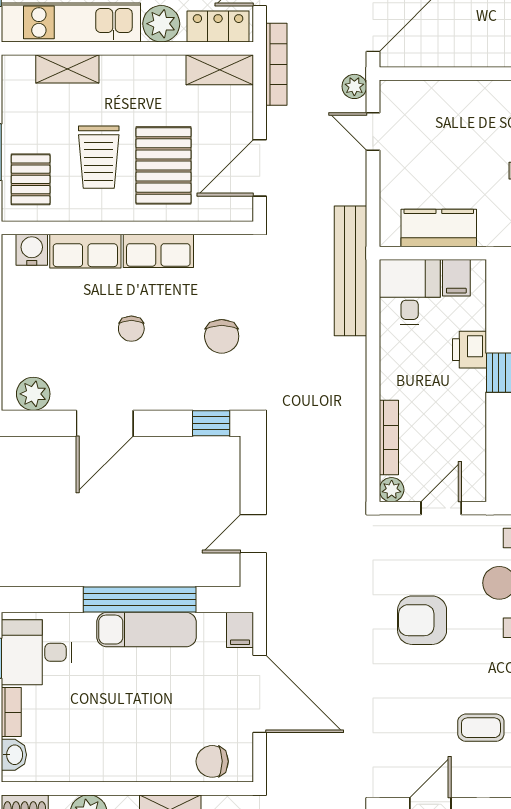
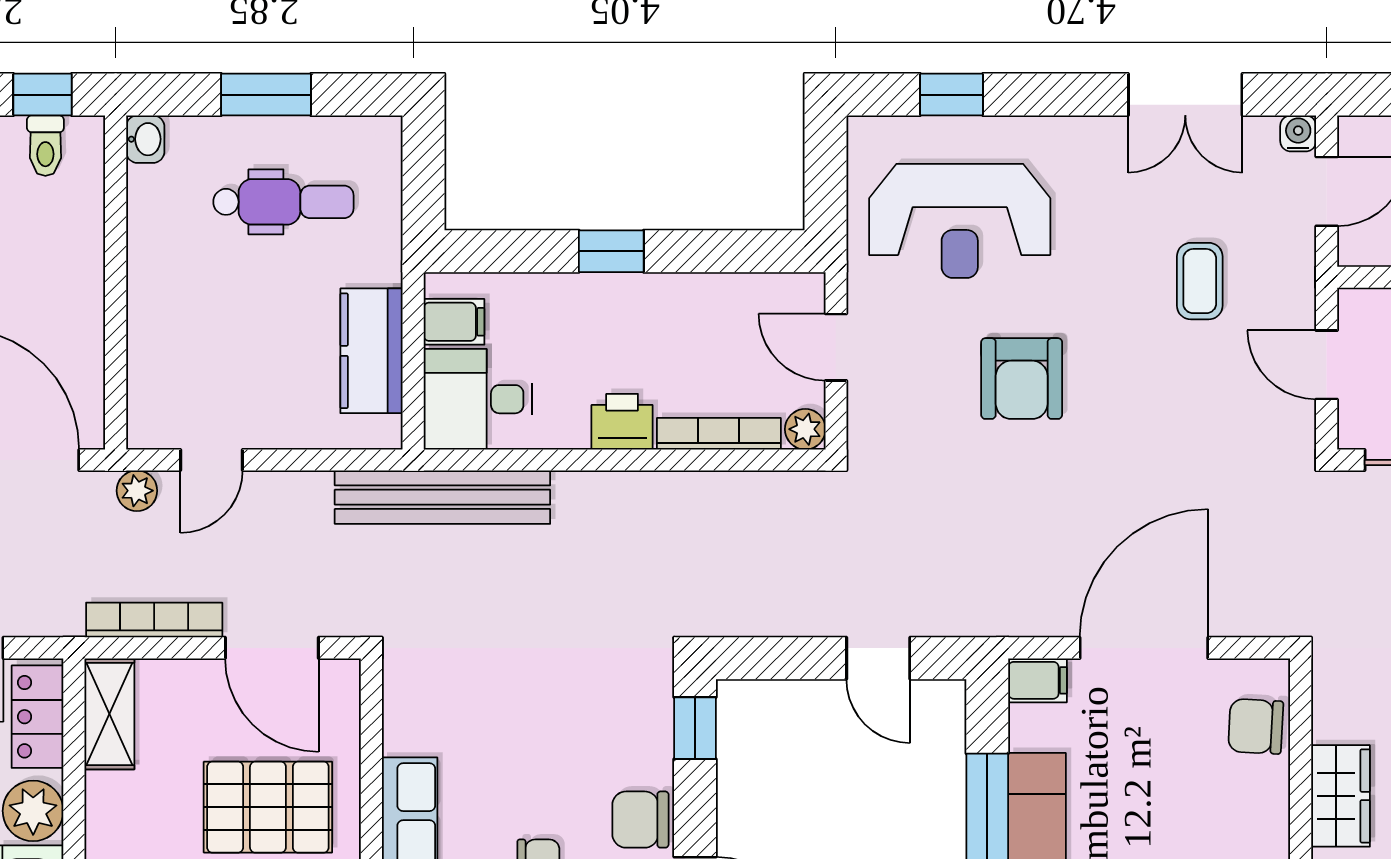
bookcase: (276, 64) -> (154, 620), moved
chair: (222, 336) -> (640, 820), moved, turned 180
printer: (470, 350) -> (622, 422), moved, turned 180
chair: (212, 761) -> (1256, 726), turned 93

